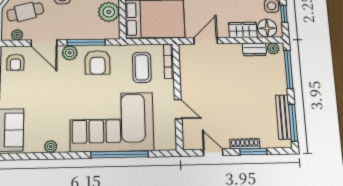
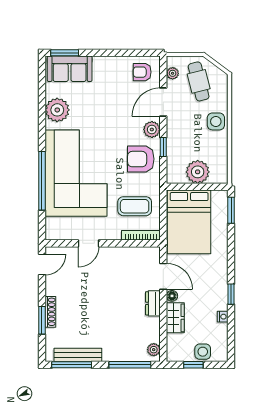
floor lamp: (267, 28) -> (172, 296), moved, width x0.53, depth x0.53
window: (86, 42) -> (163, 147), width x0.46
dresser: (254, 49) -> (153, 303), moved
plant: (51, 147) -> (57, 110), width x1.88, depth x1.88
door: (213, 152) -> (42, 265), moved

